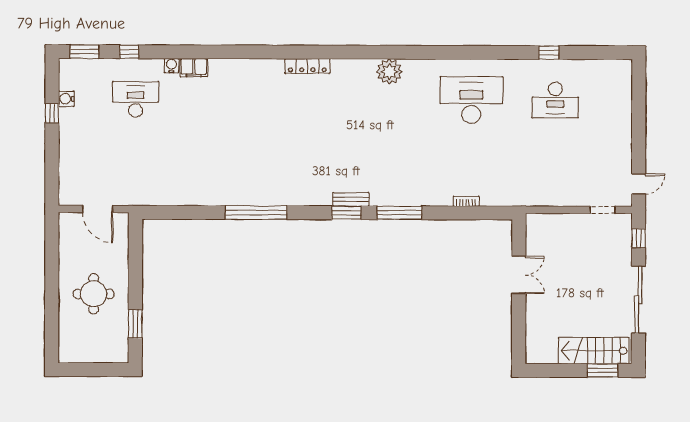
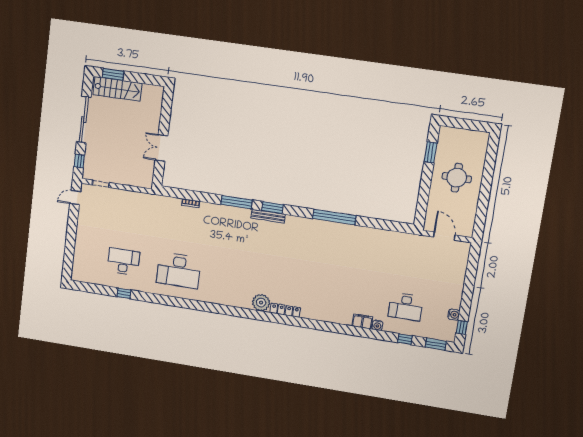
plant: (389, 72) -> (261, 303), moved
window: (52, 113) -> (462, 327), moved
bench: (351, 199) -> (268, 216), width x1.36

